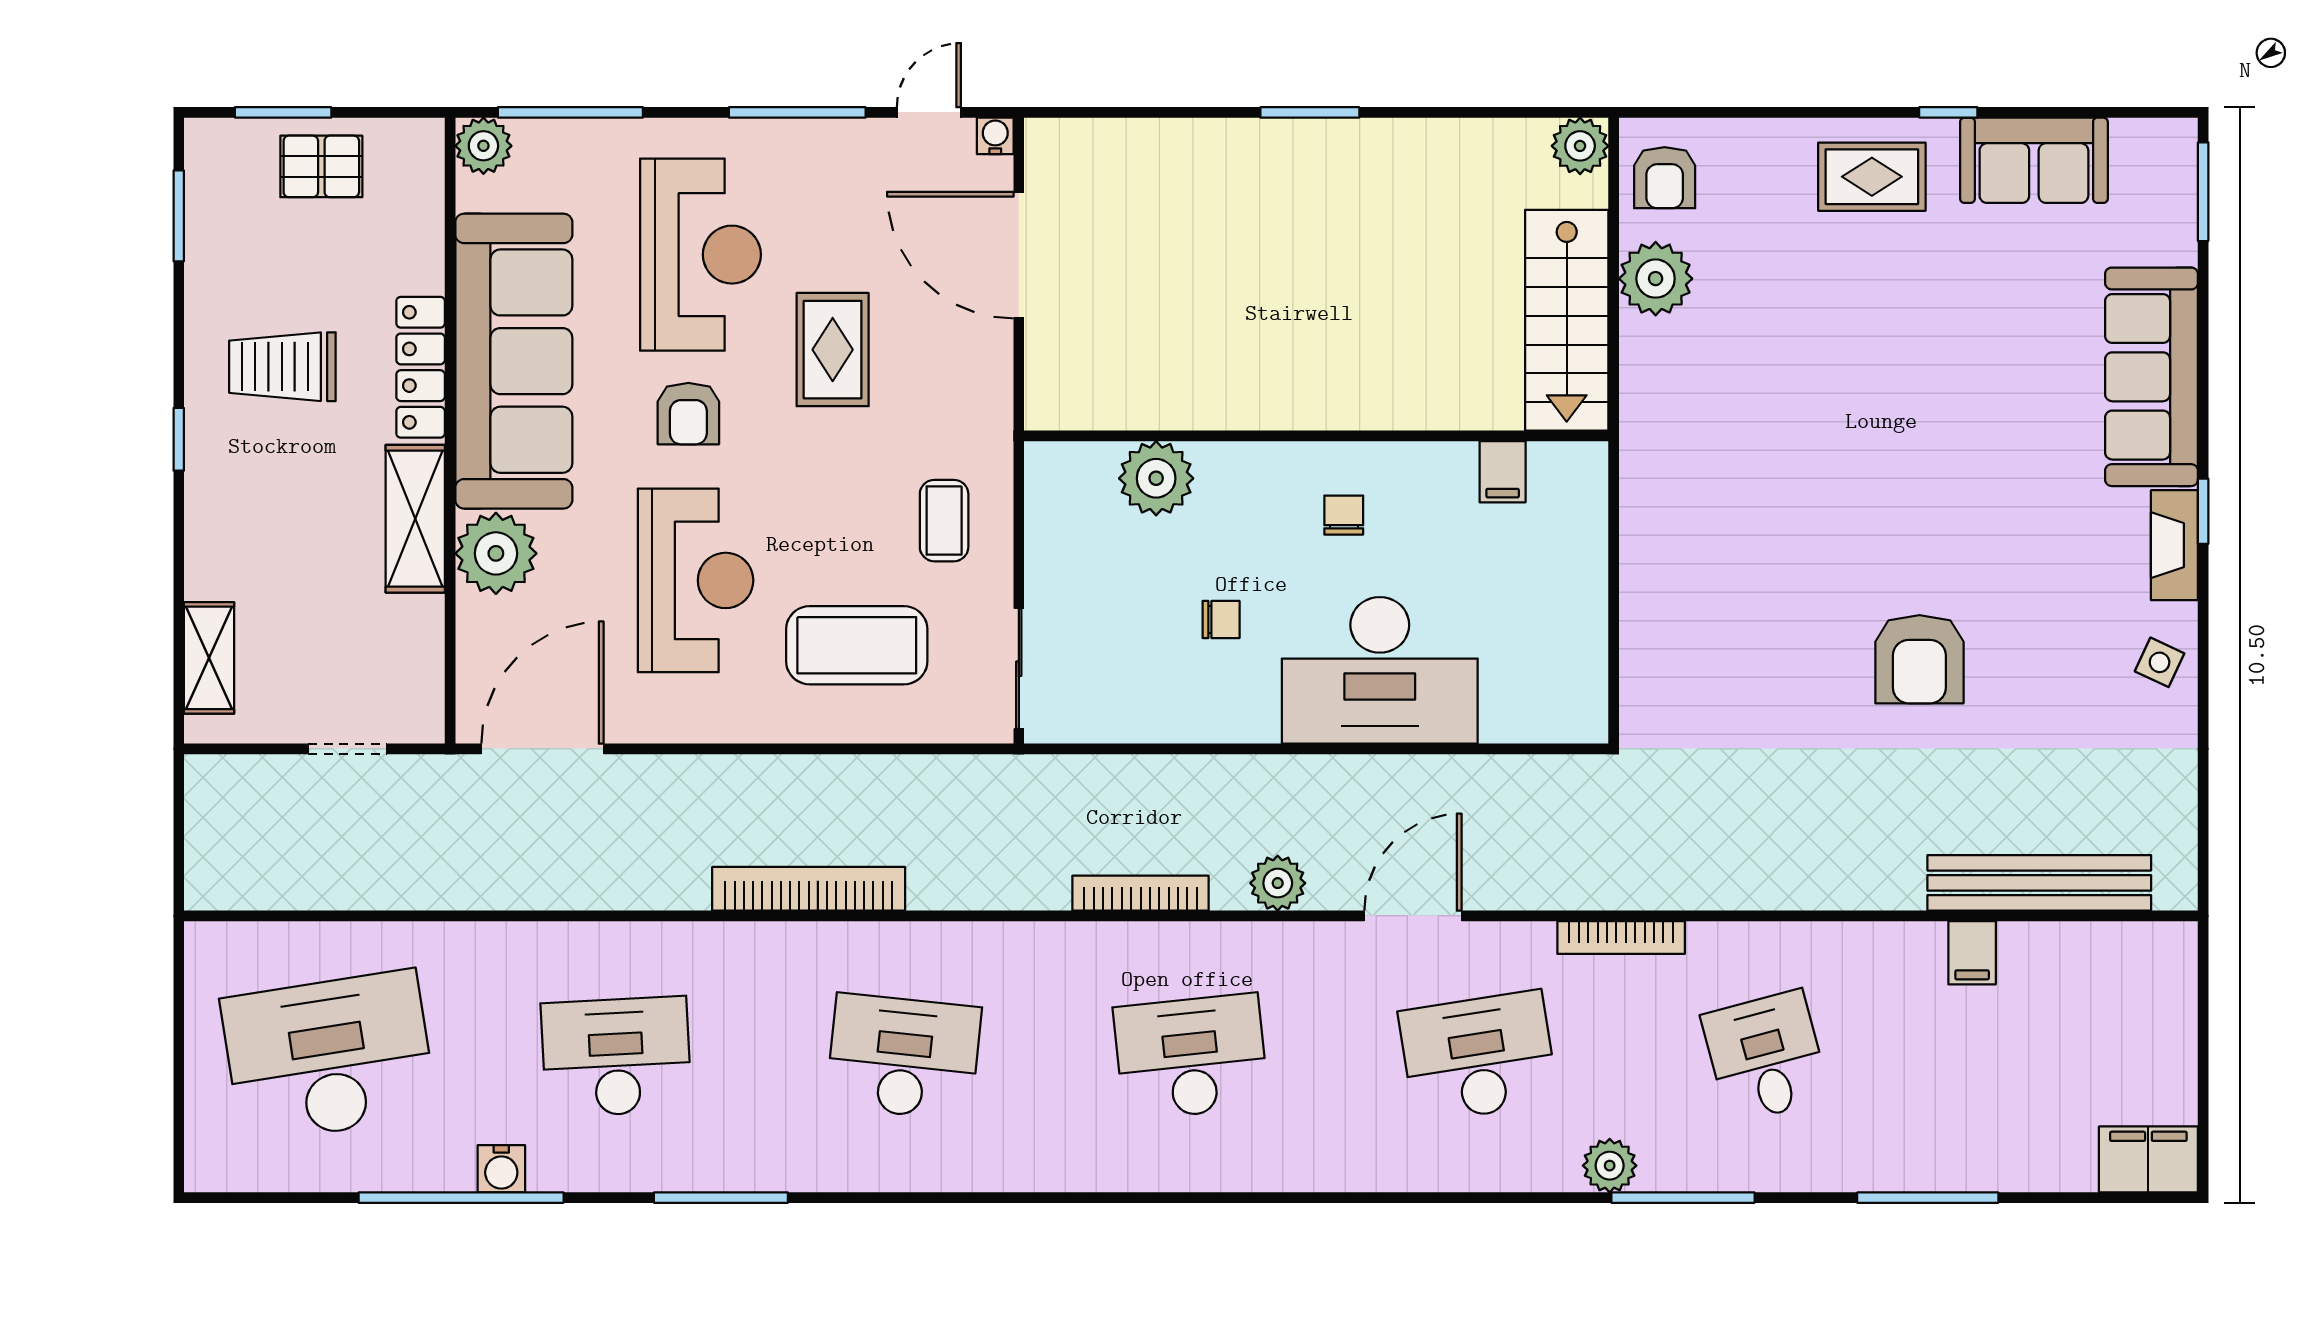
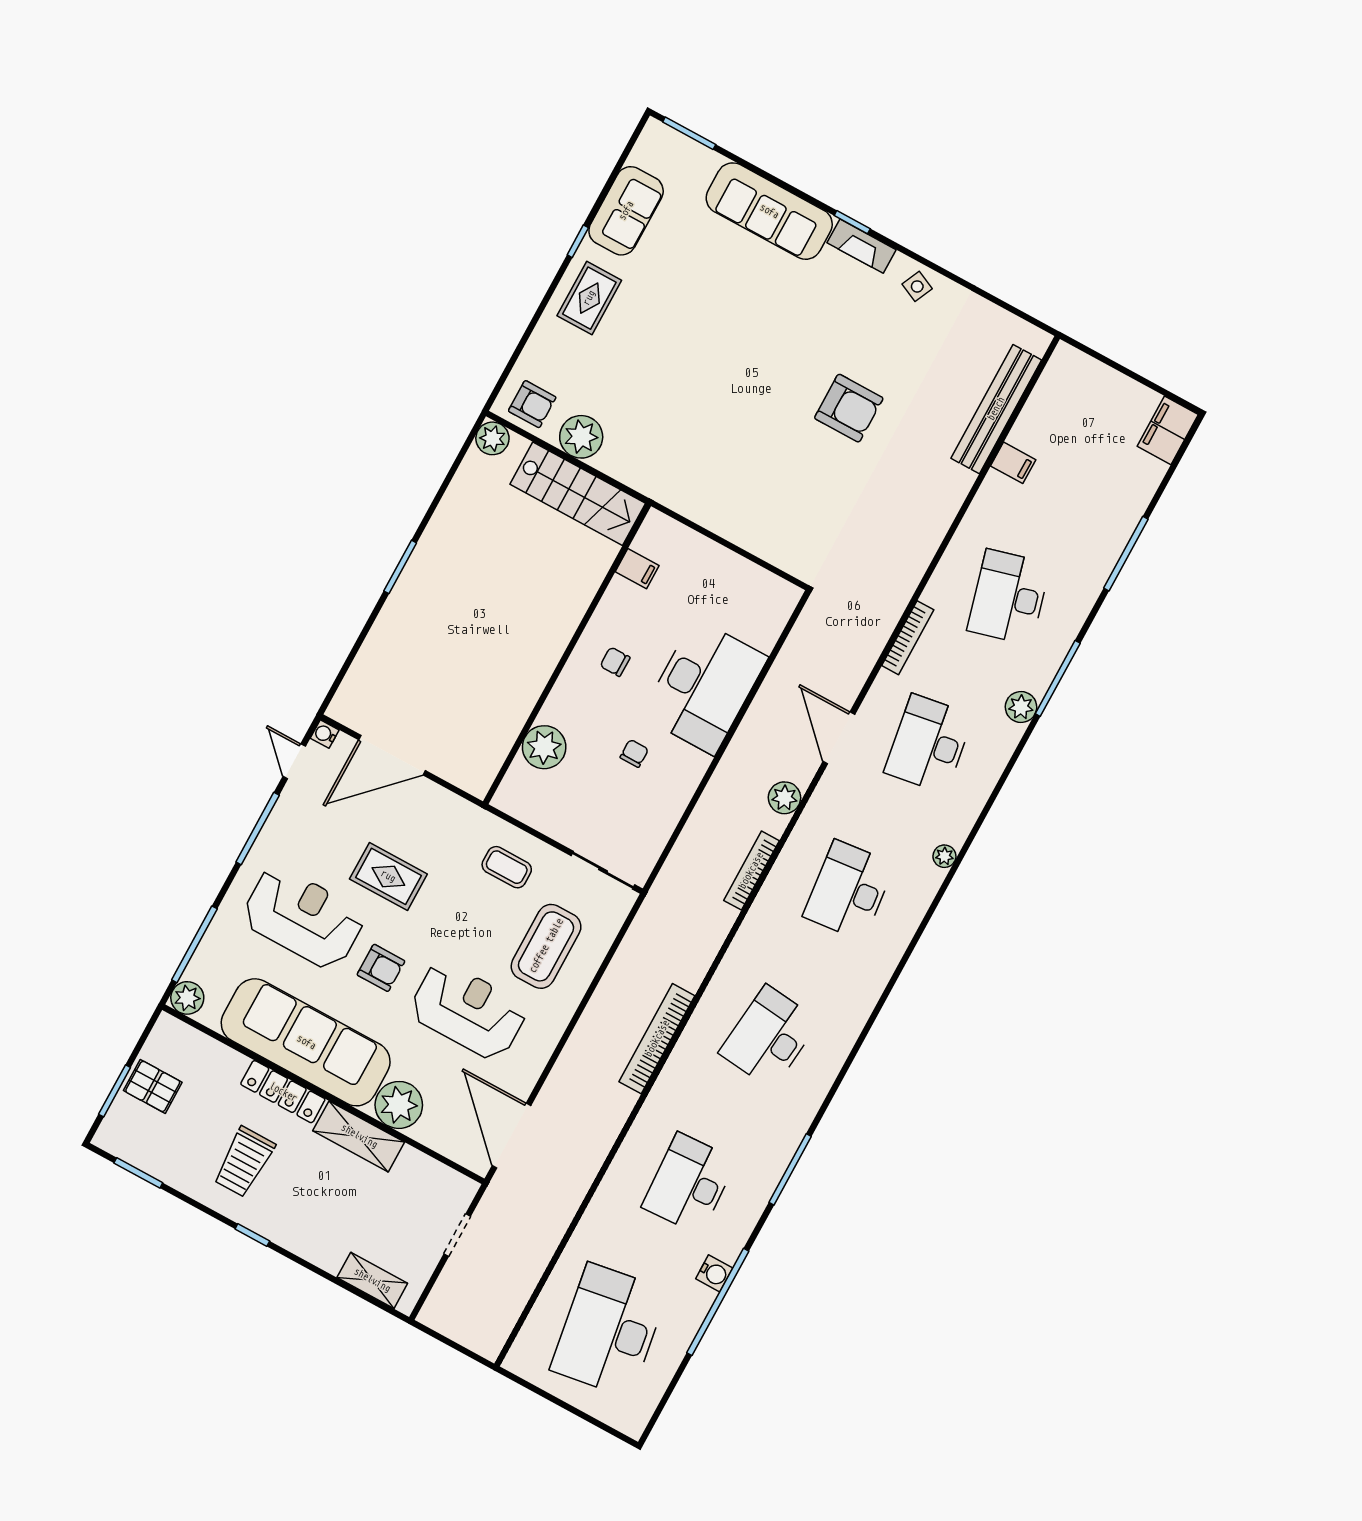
pallet: (321, 166) -> (153, 1086), turned 90
desk: (1766, 1057) -> (1009, 597), width x1.37
plant: (1321, 1173) -> (944, 856), added

